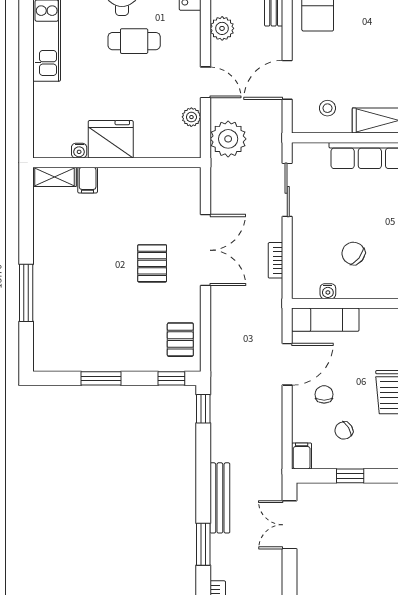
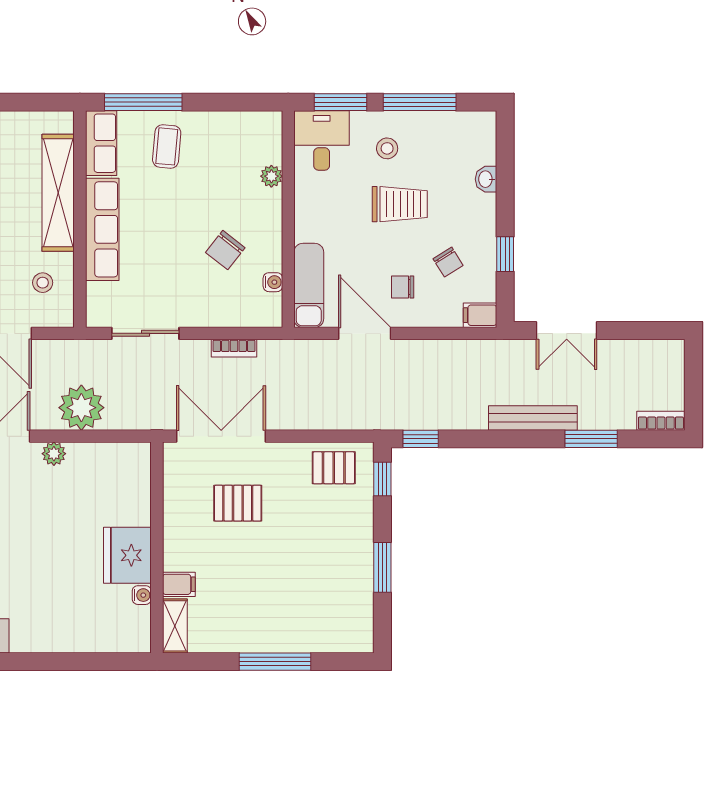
fridge: (111, 139) -> (127, 555), moved
water cooler: (79, 151) -> (142, 595), moved
wall: (117, 163) -> (157, 547), moved
shelving: (55, 177) -> (175, 626), moved
filing cabinet: (88, 180) -> (179, 584), moved

